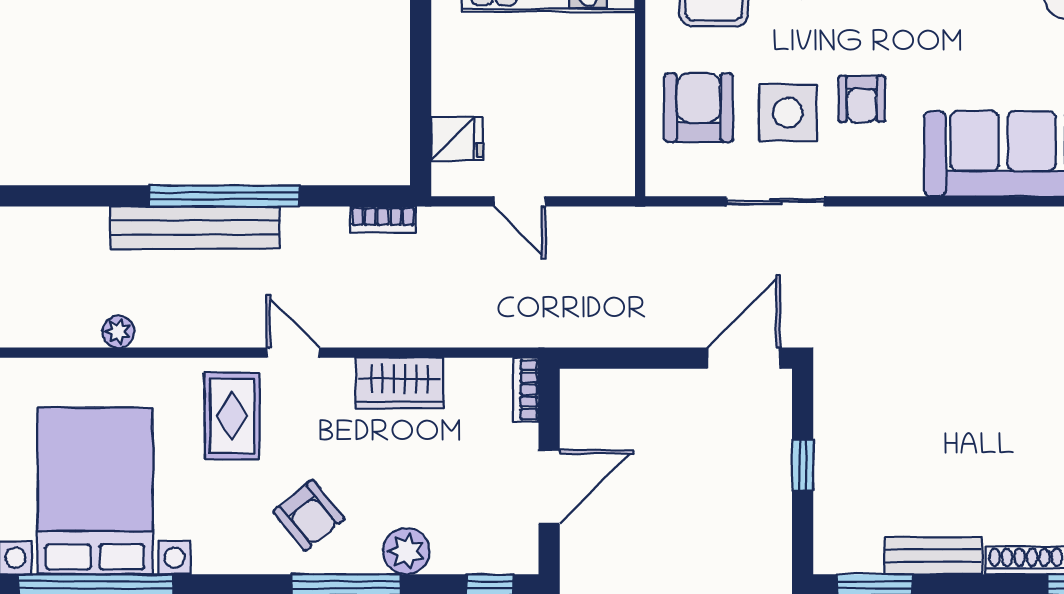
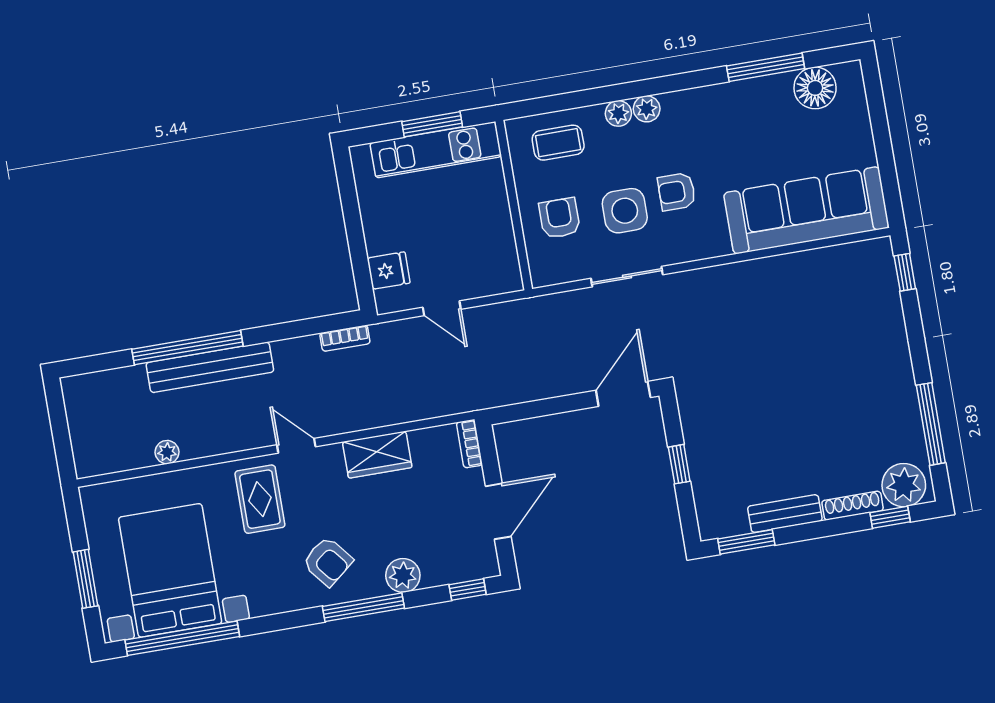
armchair: (862, 99) -> (677, 192), turned 90
armchair: (699, 108) -> (560, 218), width x0.72, depth x0.72
window: (224, 196) -> (187, 348), moved

